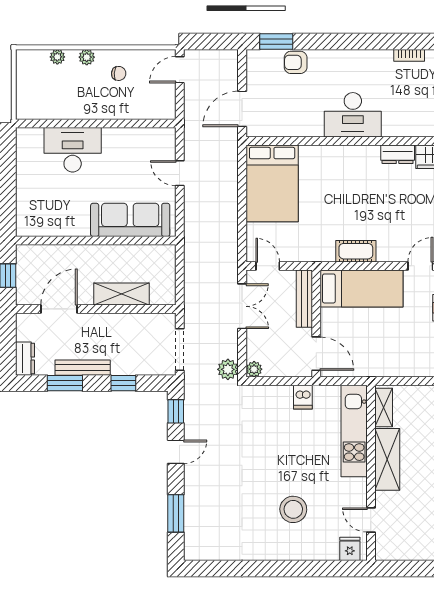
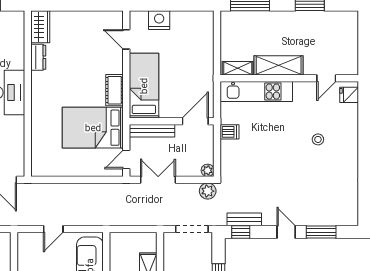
bed: (272, 183) -> (93, 128), moved, turned 180
bench: (192, 416) -> (244, 219), added
door: (176, 452) -> (286, 232), moved
stool: (293, 509) -> (318, 139), width x0.53, depth x0.53

